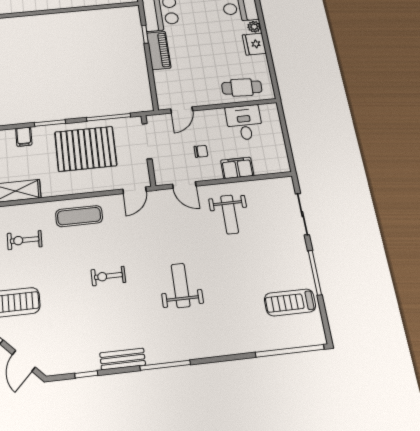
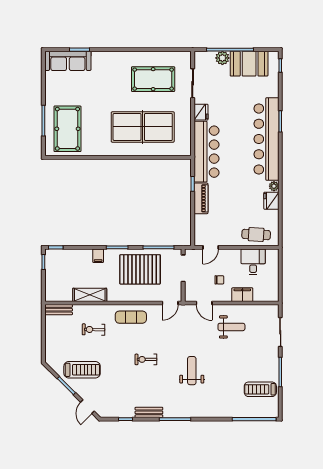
weight bench: (230, 214) -> (231, 327), turned -90

